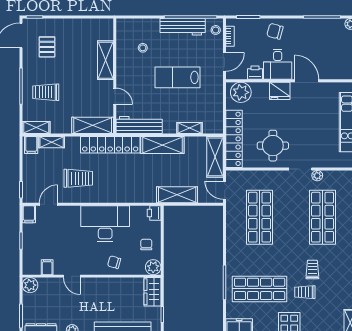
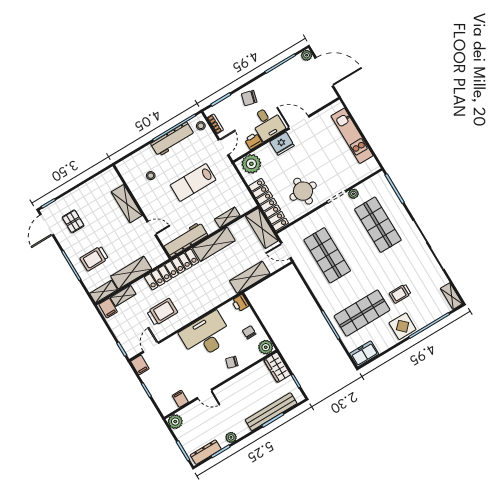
shelving: (93, 125) -> (131, 273), moved
trolley: (312, 270) -> (395, 272), removed

